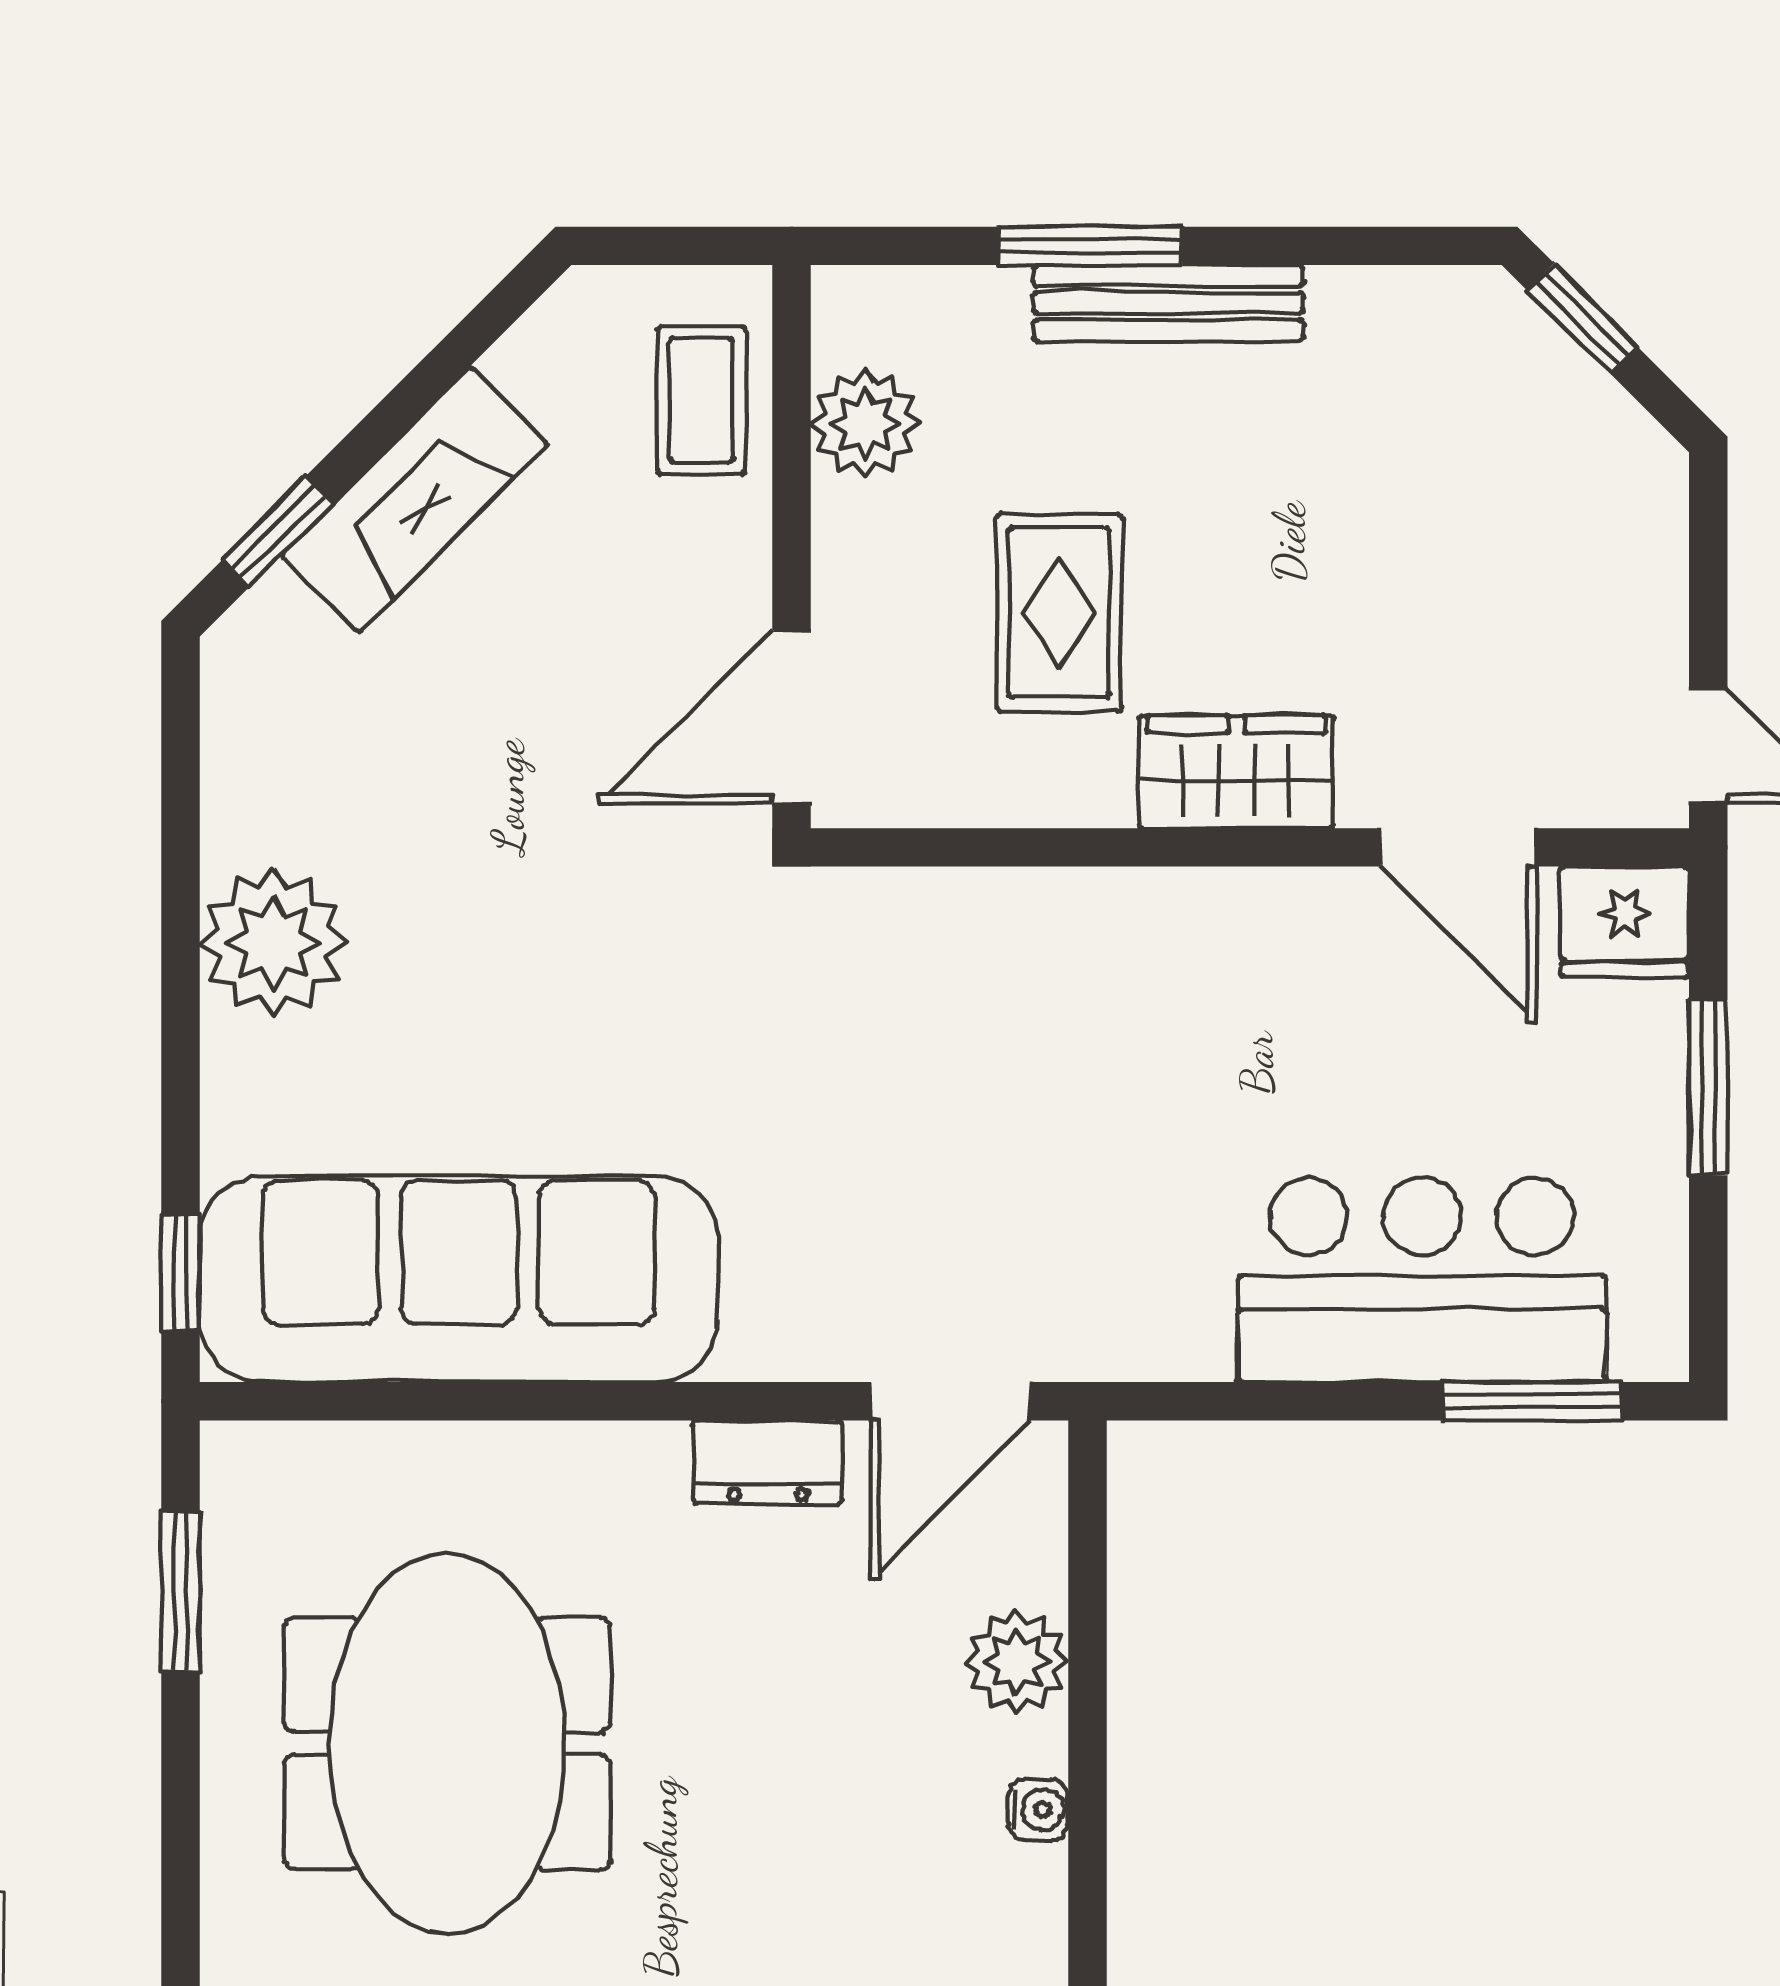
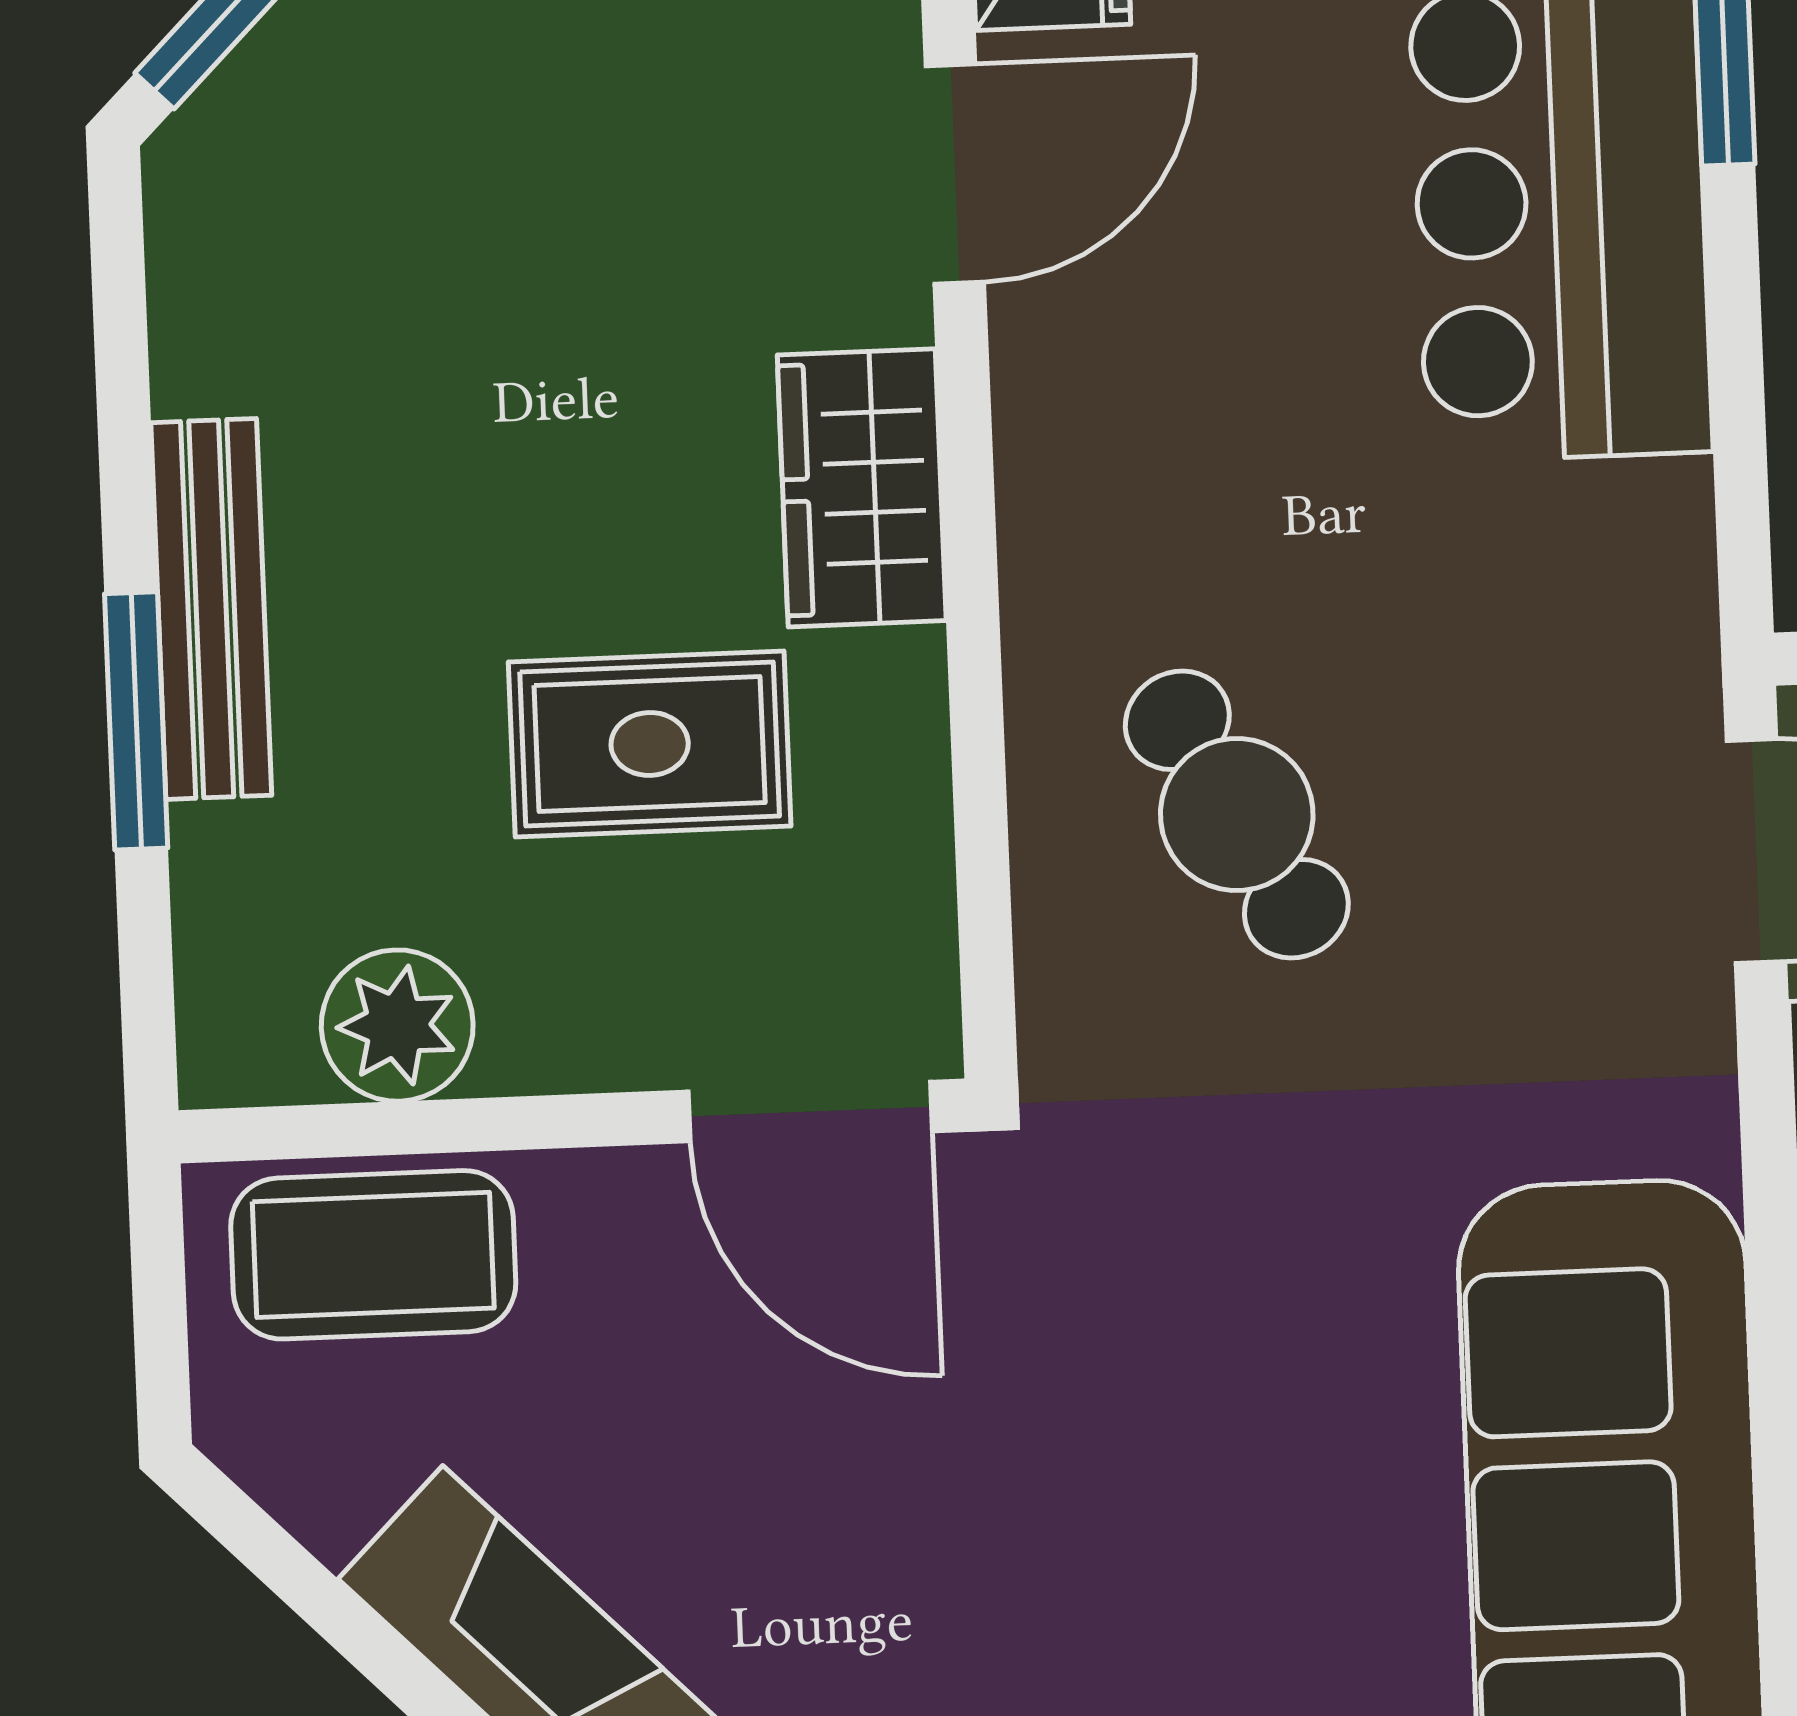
coffee table: (702, 400) -> (373, 1255), width x1.36, depth x1.30
cafe table: (992, 1031) -> (1237, 814), added

